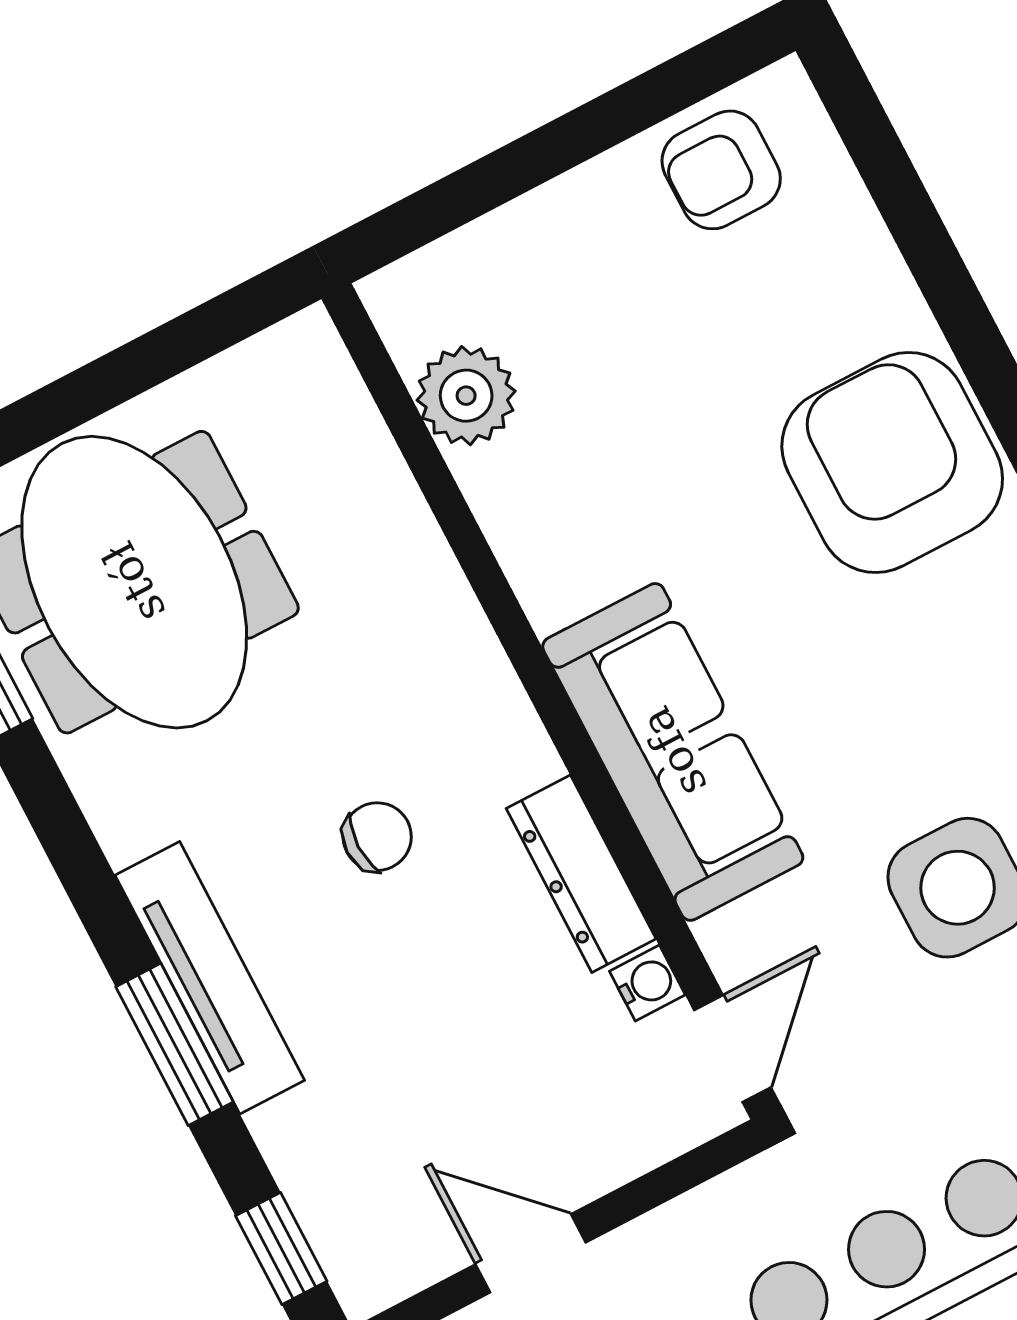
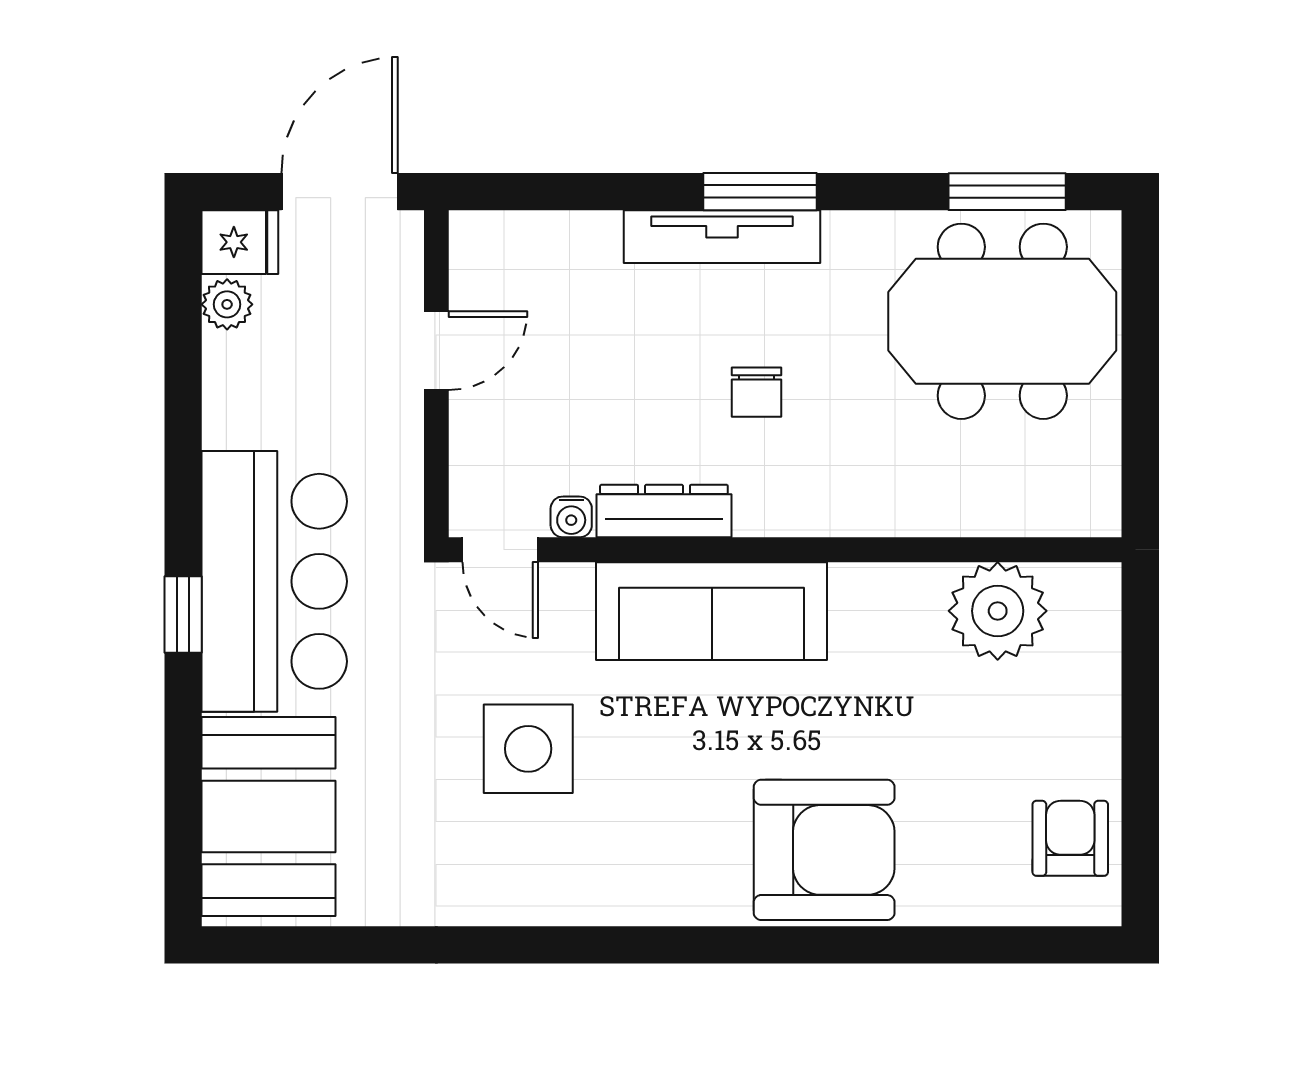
plant: (466, 396) -> (998, 611), width x1.36, depth x1.36
window: (175, 1044) -> (760, 192), moved
window: (281, 1249) -> (523, 192), removed

